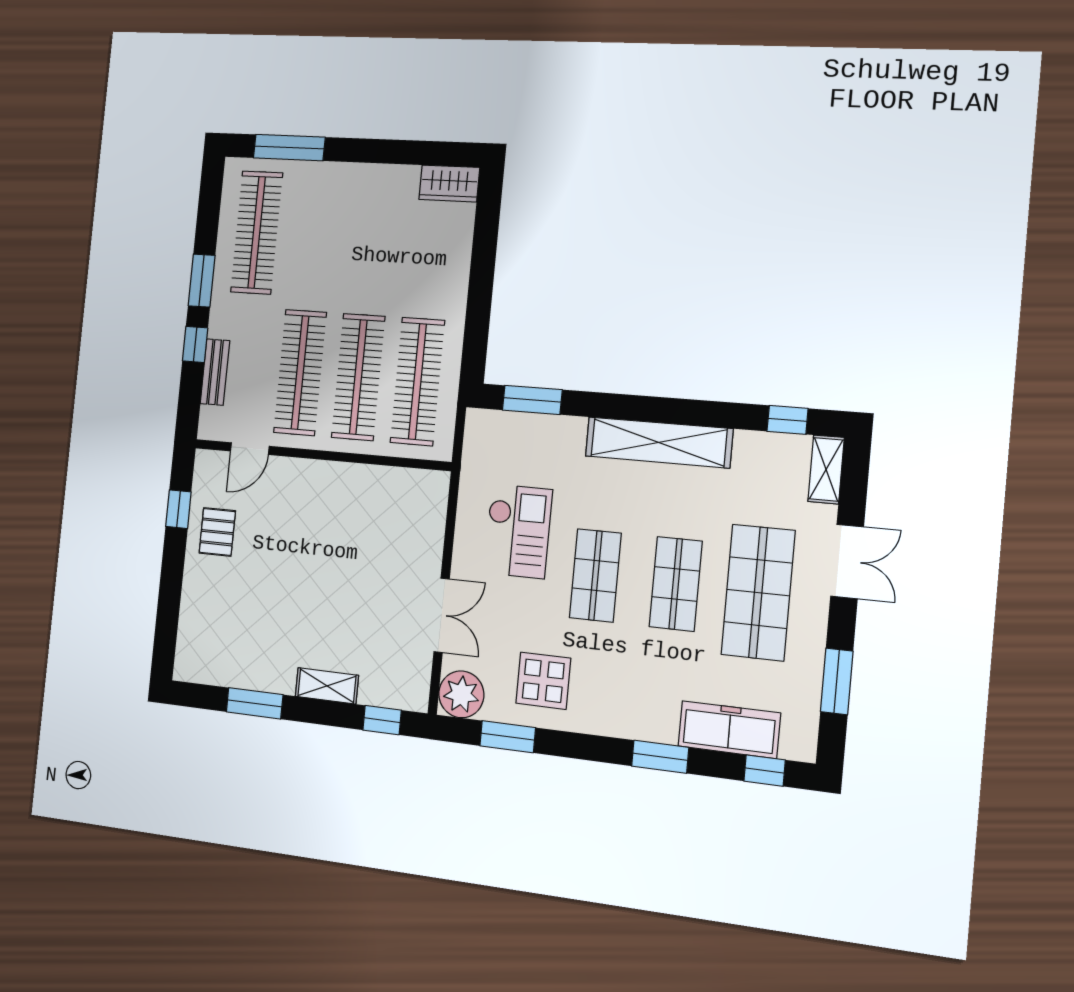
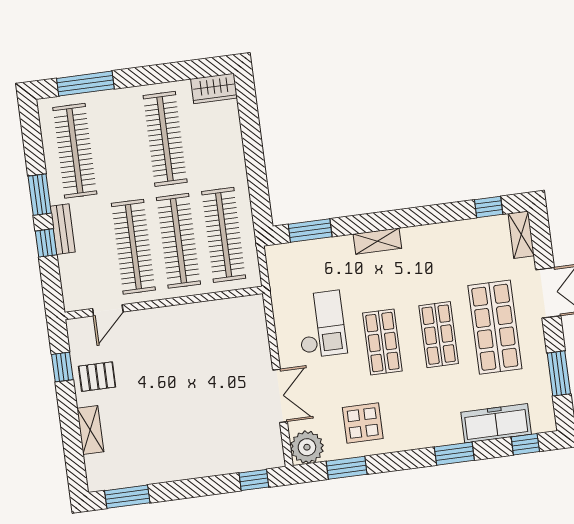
clothes rail: (372, 239) -> (165, 139), added
bench: (215, 372) -> (63, 229), moved
shelving: (659, 442) -> (377, 241), width x0.45, depth x0.75
pallet: (217, 532) -> (97, 377), turned 90
shelving: (327, 686) -> (90, 430), moved, turned 90
window: (255, 703) -> (127, 497), moved

